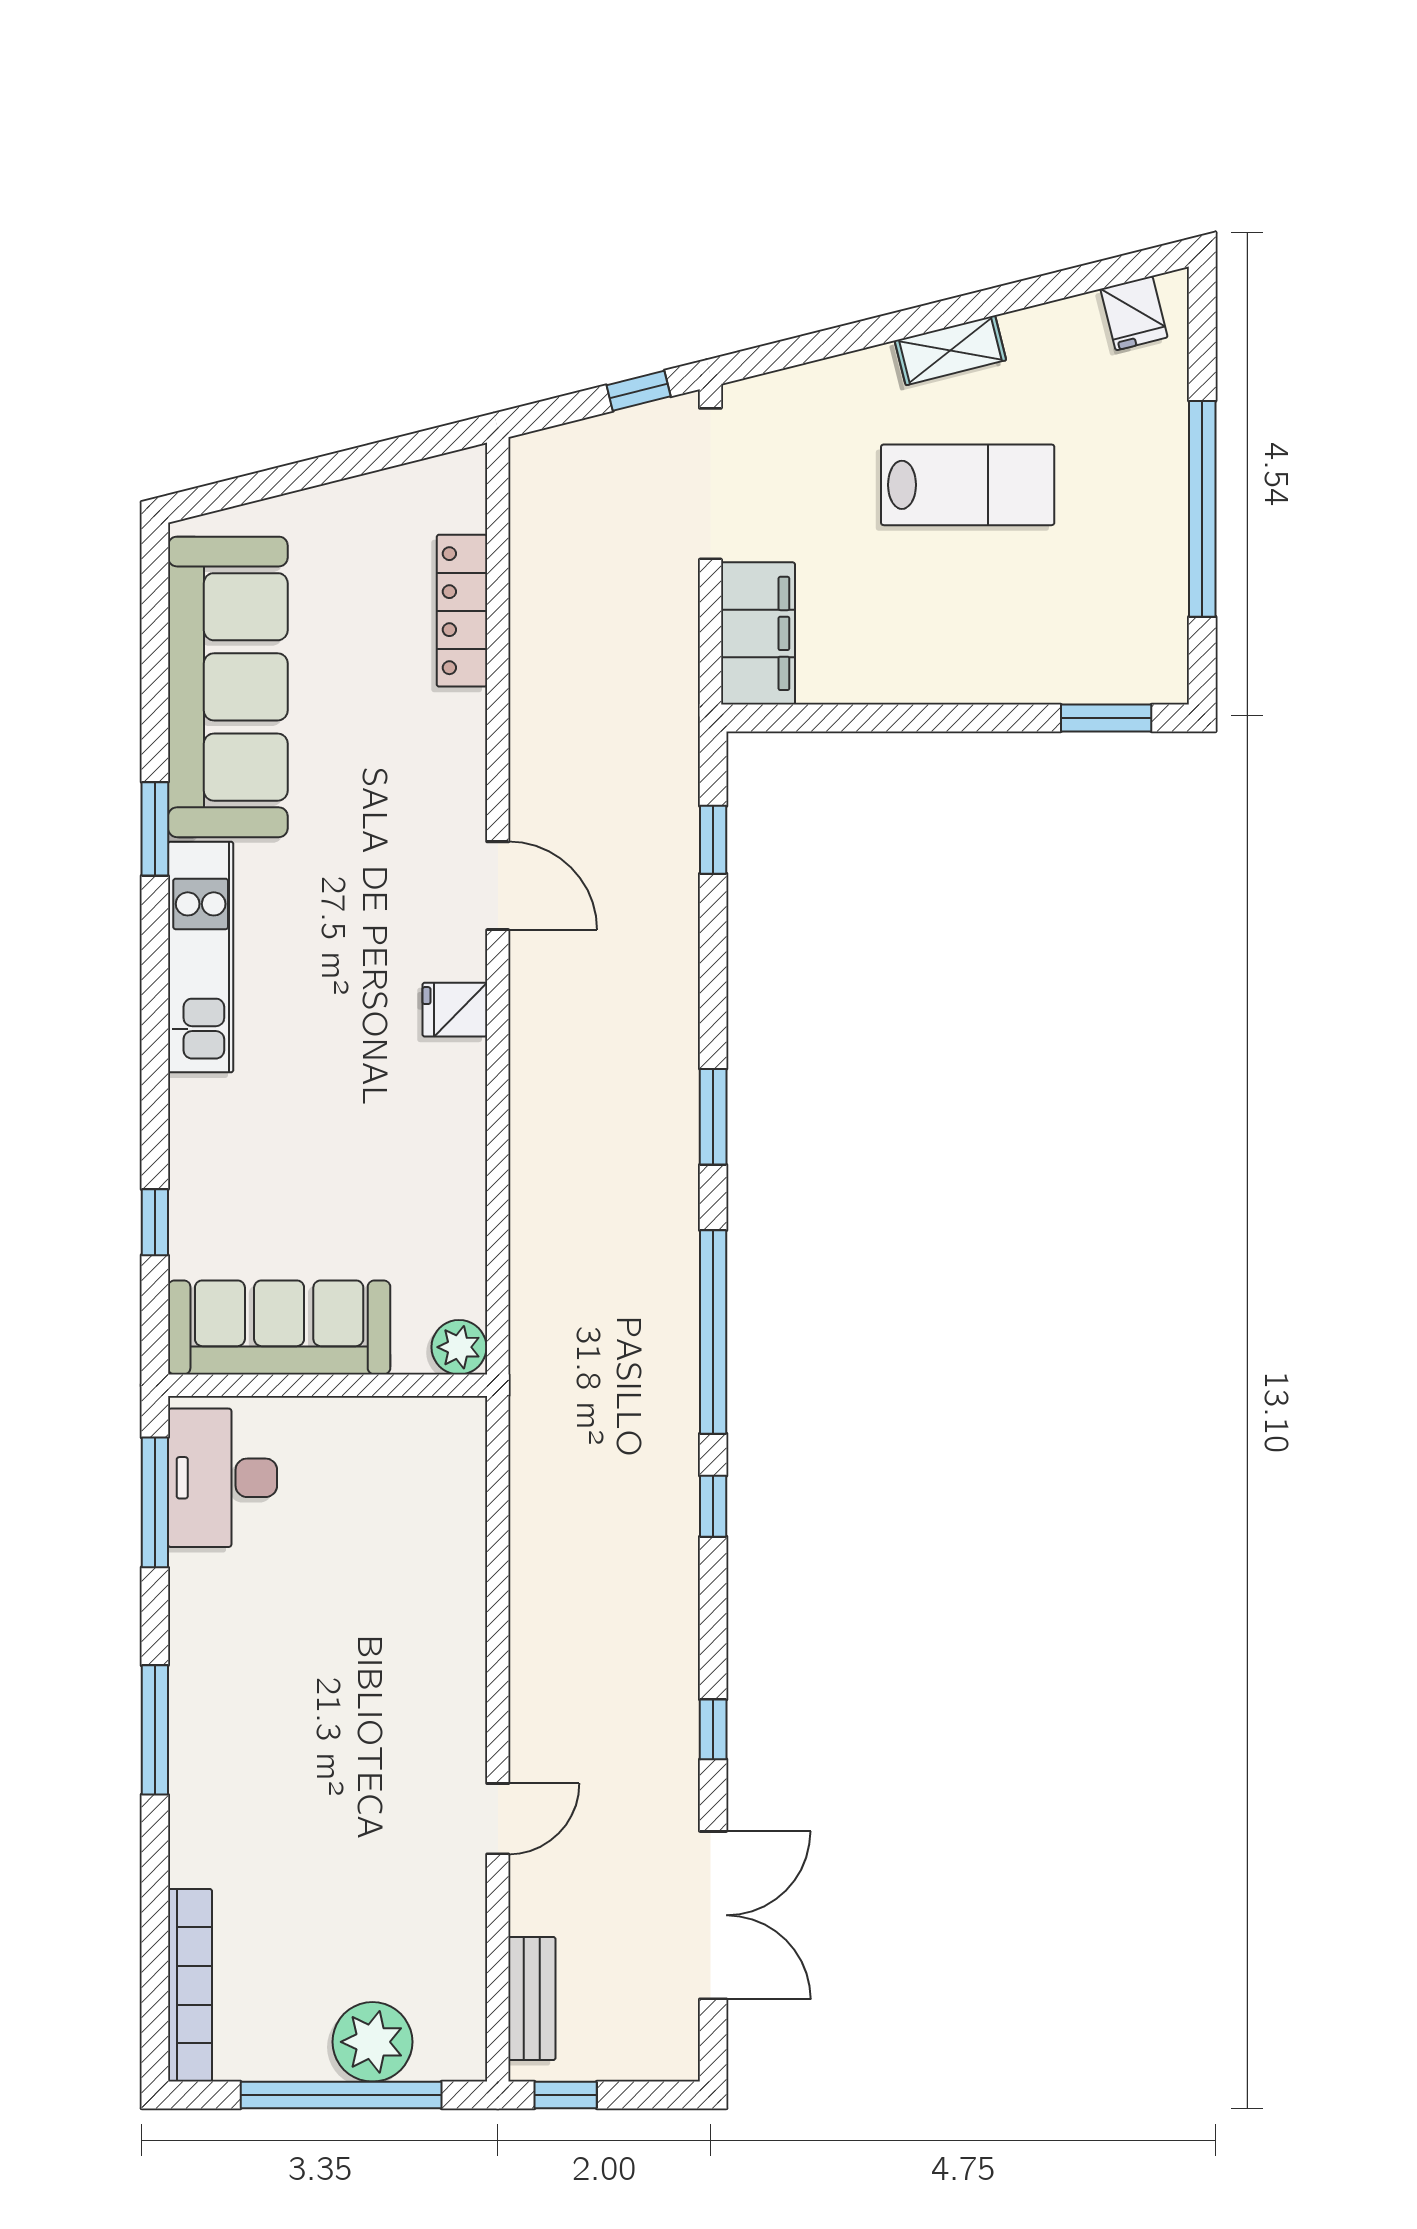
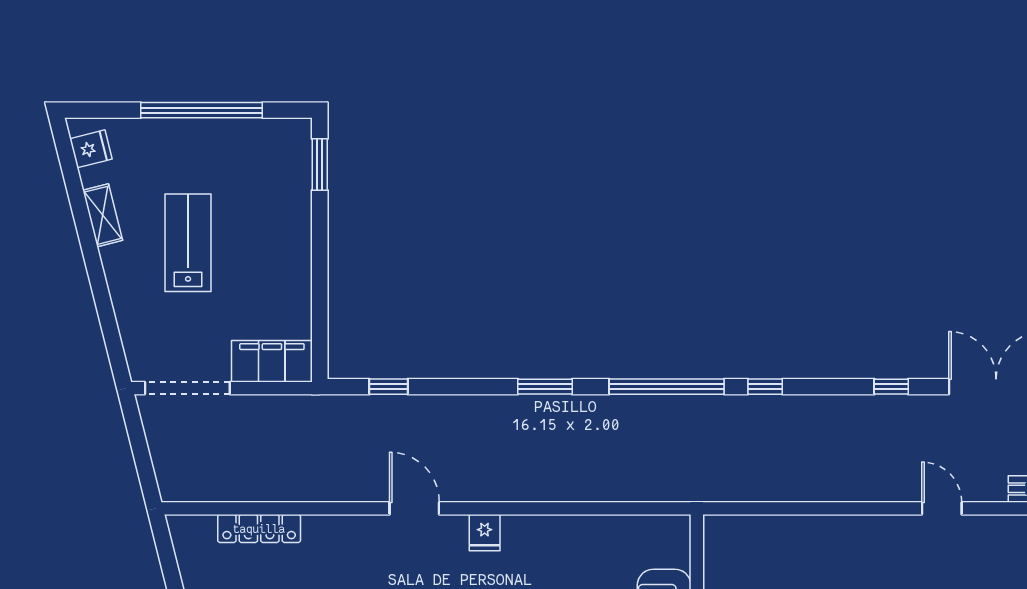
shelving: (950, 350) -> (103, 215), moved
window: (639, 391) -> (135, 429), removed
door: (498, 886) -> (414, 508), hinge flipped
plant: (459, 1347) -> (675, 530), removed

